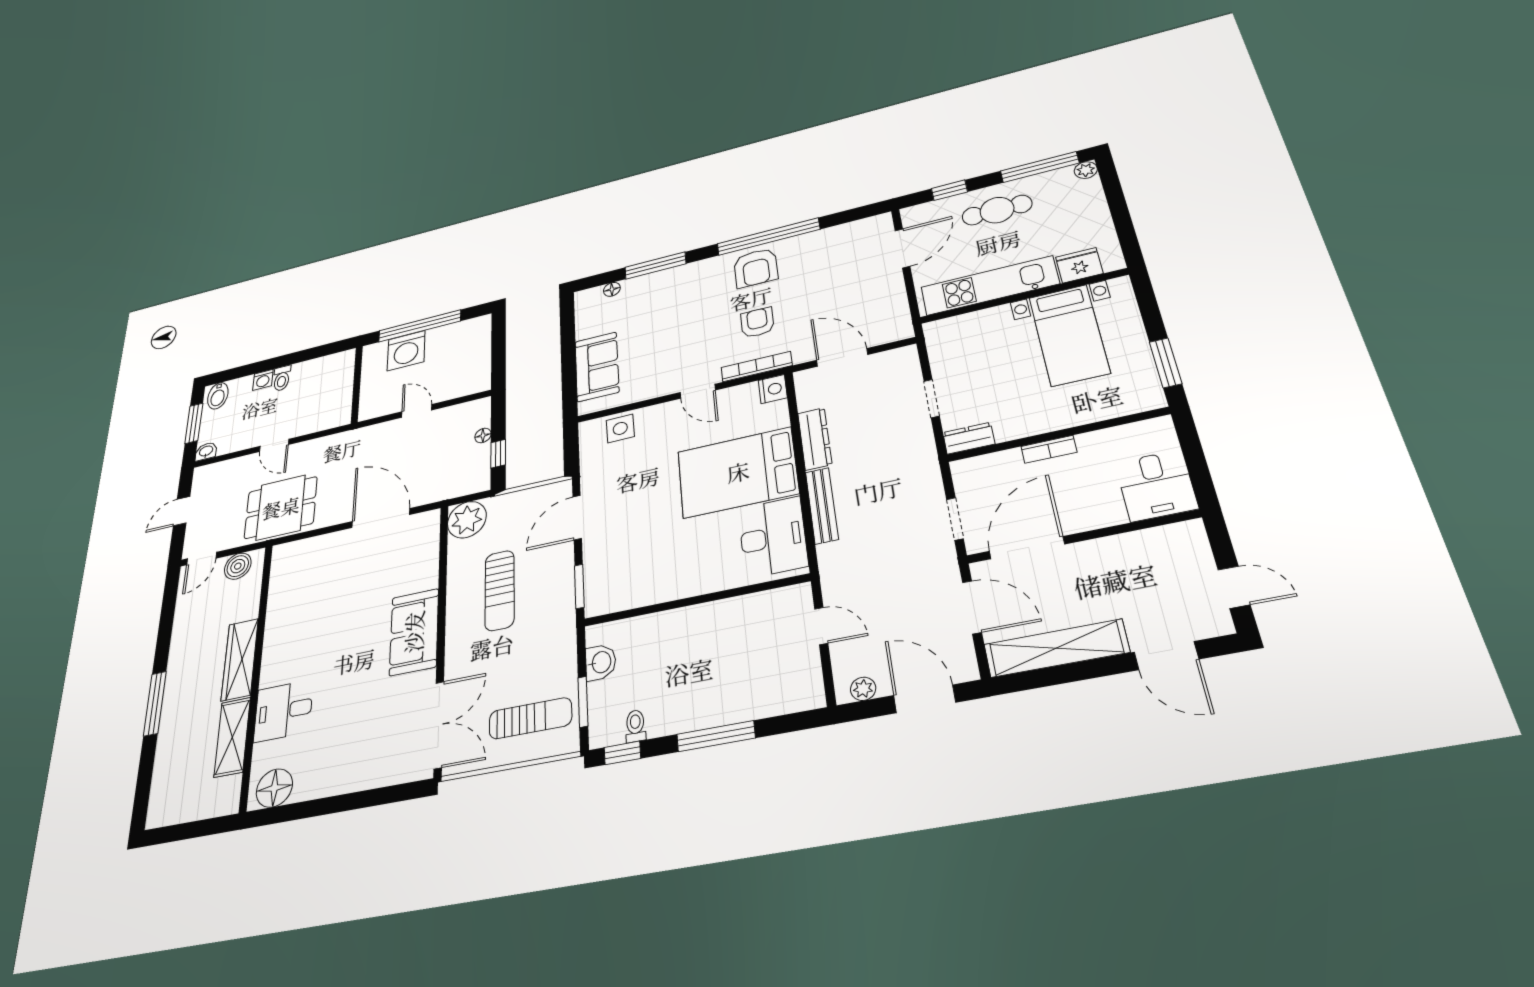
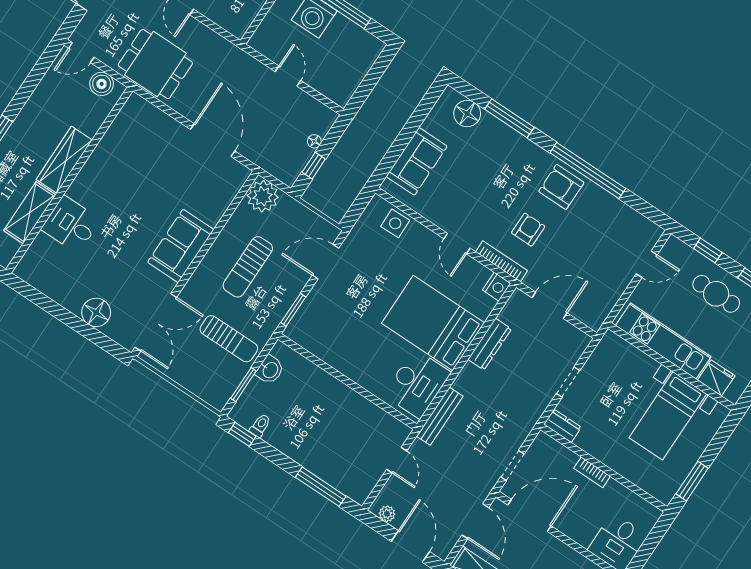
door: (902, 248) -> (647, 264), width x0.73
armchair: (756, 268) -> (561, 187), turned 90
floor lamp: (612, 289) -> (467, 114), width x1.89, depth x1.89
door: (842, 357) -> (550, 305), hinge flipped
bench: (822, 506) -> (440, 416), moved
sun lounger: (530, 718) -> (229, 339), moved
window: (716, 736) -> (321, 487), moved
floor lamp: (274, 788) -> (96, 312), moved

